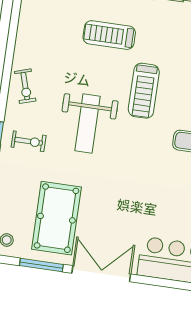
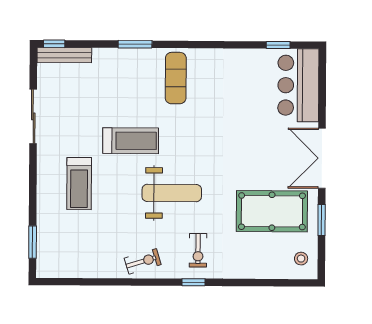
exercise bike: (29, 141) -> (198, 250), turned 180
window: (41, 265) -> (322, 220), width x0.69

